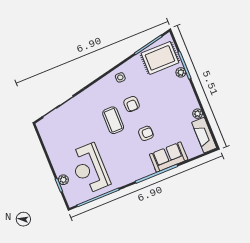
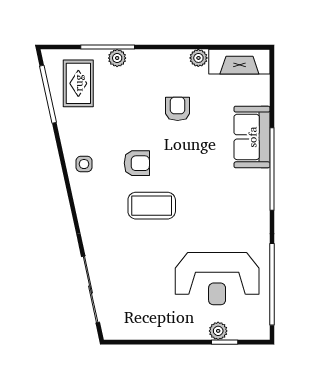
rug: (160, 58) -> (78, 83), width x0.73, depth x0.70
armchair: (146, 133) -> (178, 109), moved

